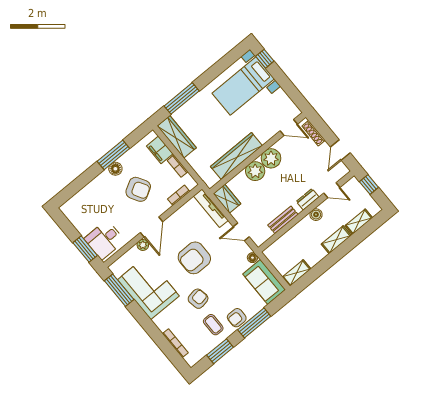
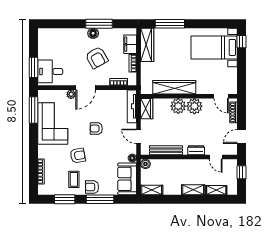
boiler: (316, 215) -> (145, 164), moved
bench: (283, 220) -> (166, 150), width x1.36
armchair: (194, 258) -> (96, 129), width x0.53, depth x0.53

